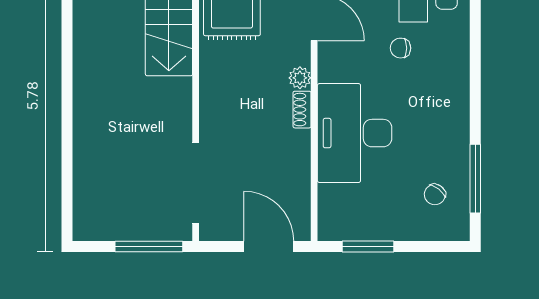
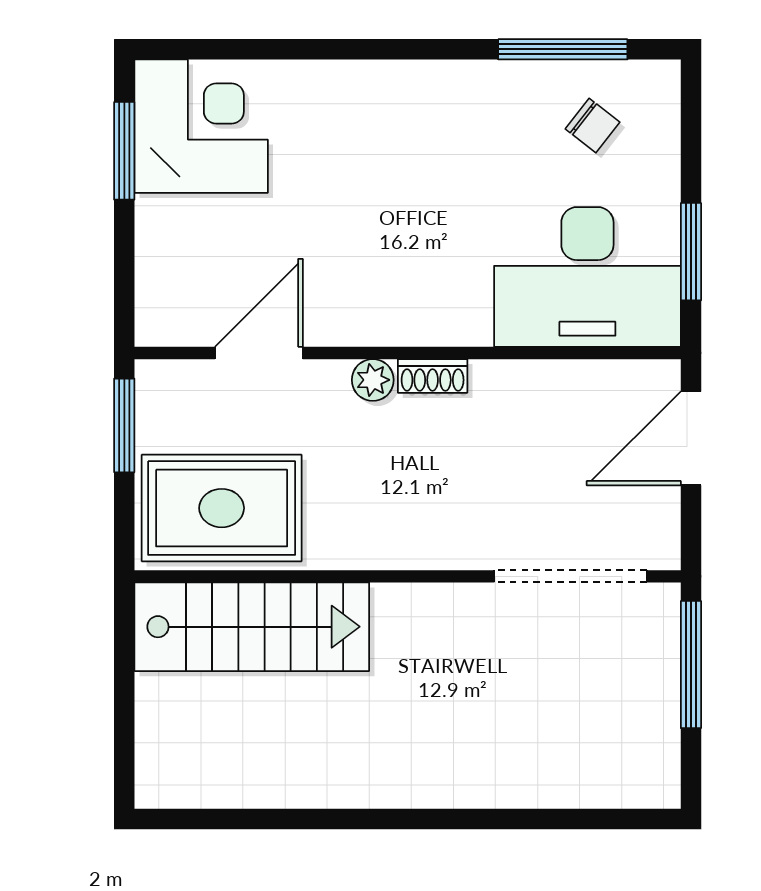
chair: (400, 48) -> (317, 190), removed
desk: (355, 133) -> (587, 277), moved

